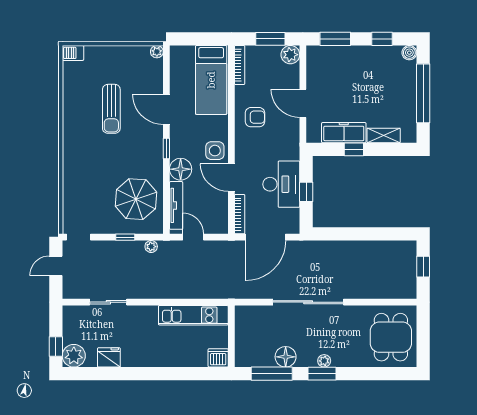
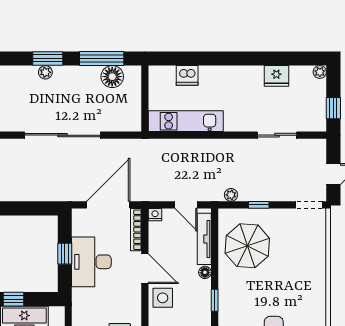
floor lamp: (181, 169) -> (205, 272), width x0.53, depth x0.53
nightstand: (222, 228) -> (155, 215), added
window: (56, 346) -> (333, 108), moved
plant: (74, 356) -> (320, 72), width x0.53, depth x0.53
floor lamp: (286, 357) -> (112, 77), moved
dishwasher: (218, 358) -> (187, 75), moved

